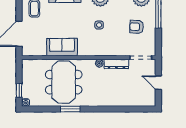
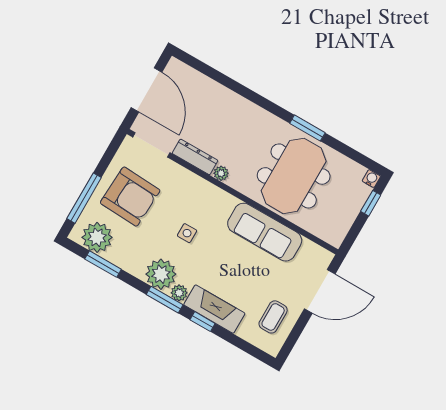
armchair: (137, 27) -> (130, 197), width x1.88, depth x1.88
sofa: (62, 47) -> (265, 232), width x1.36
door: (158, 83) -> (147, 90), width x1.87

